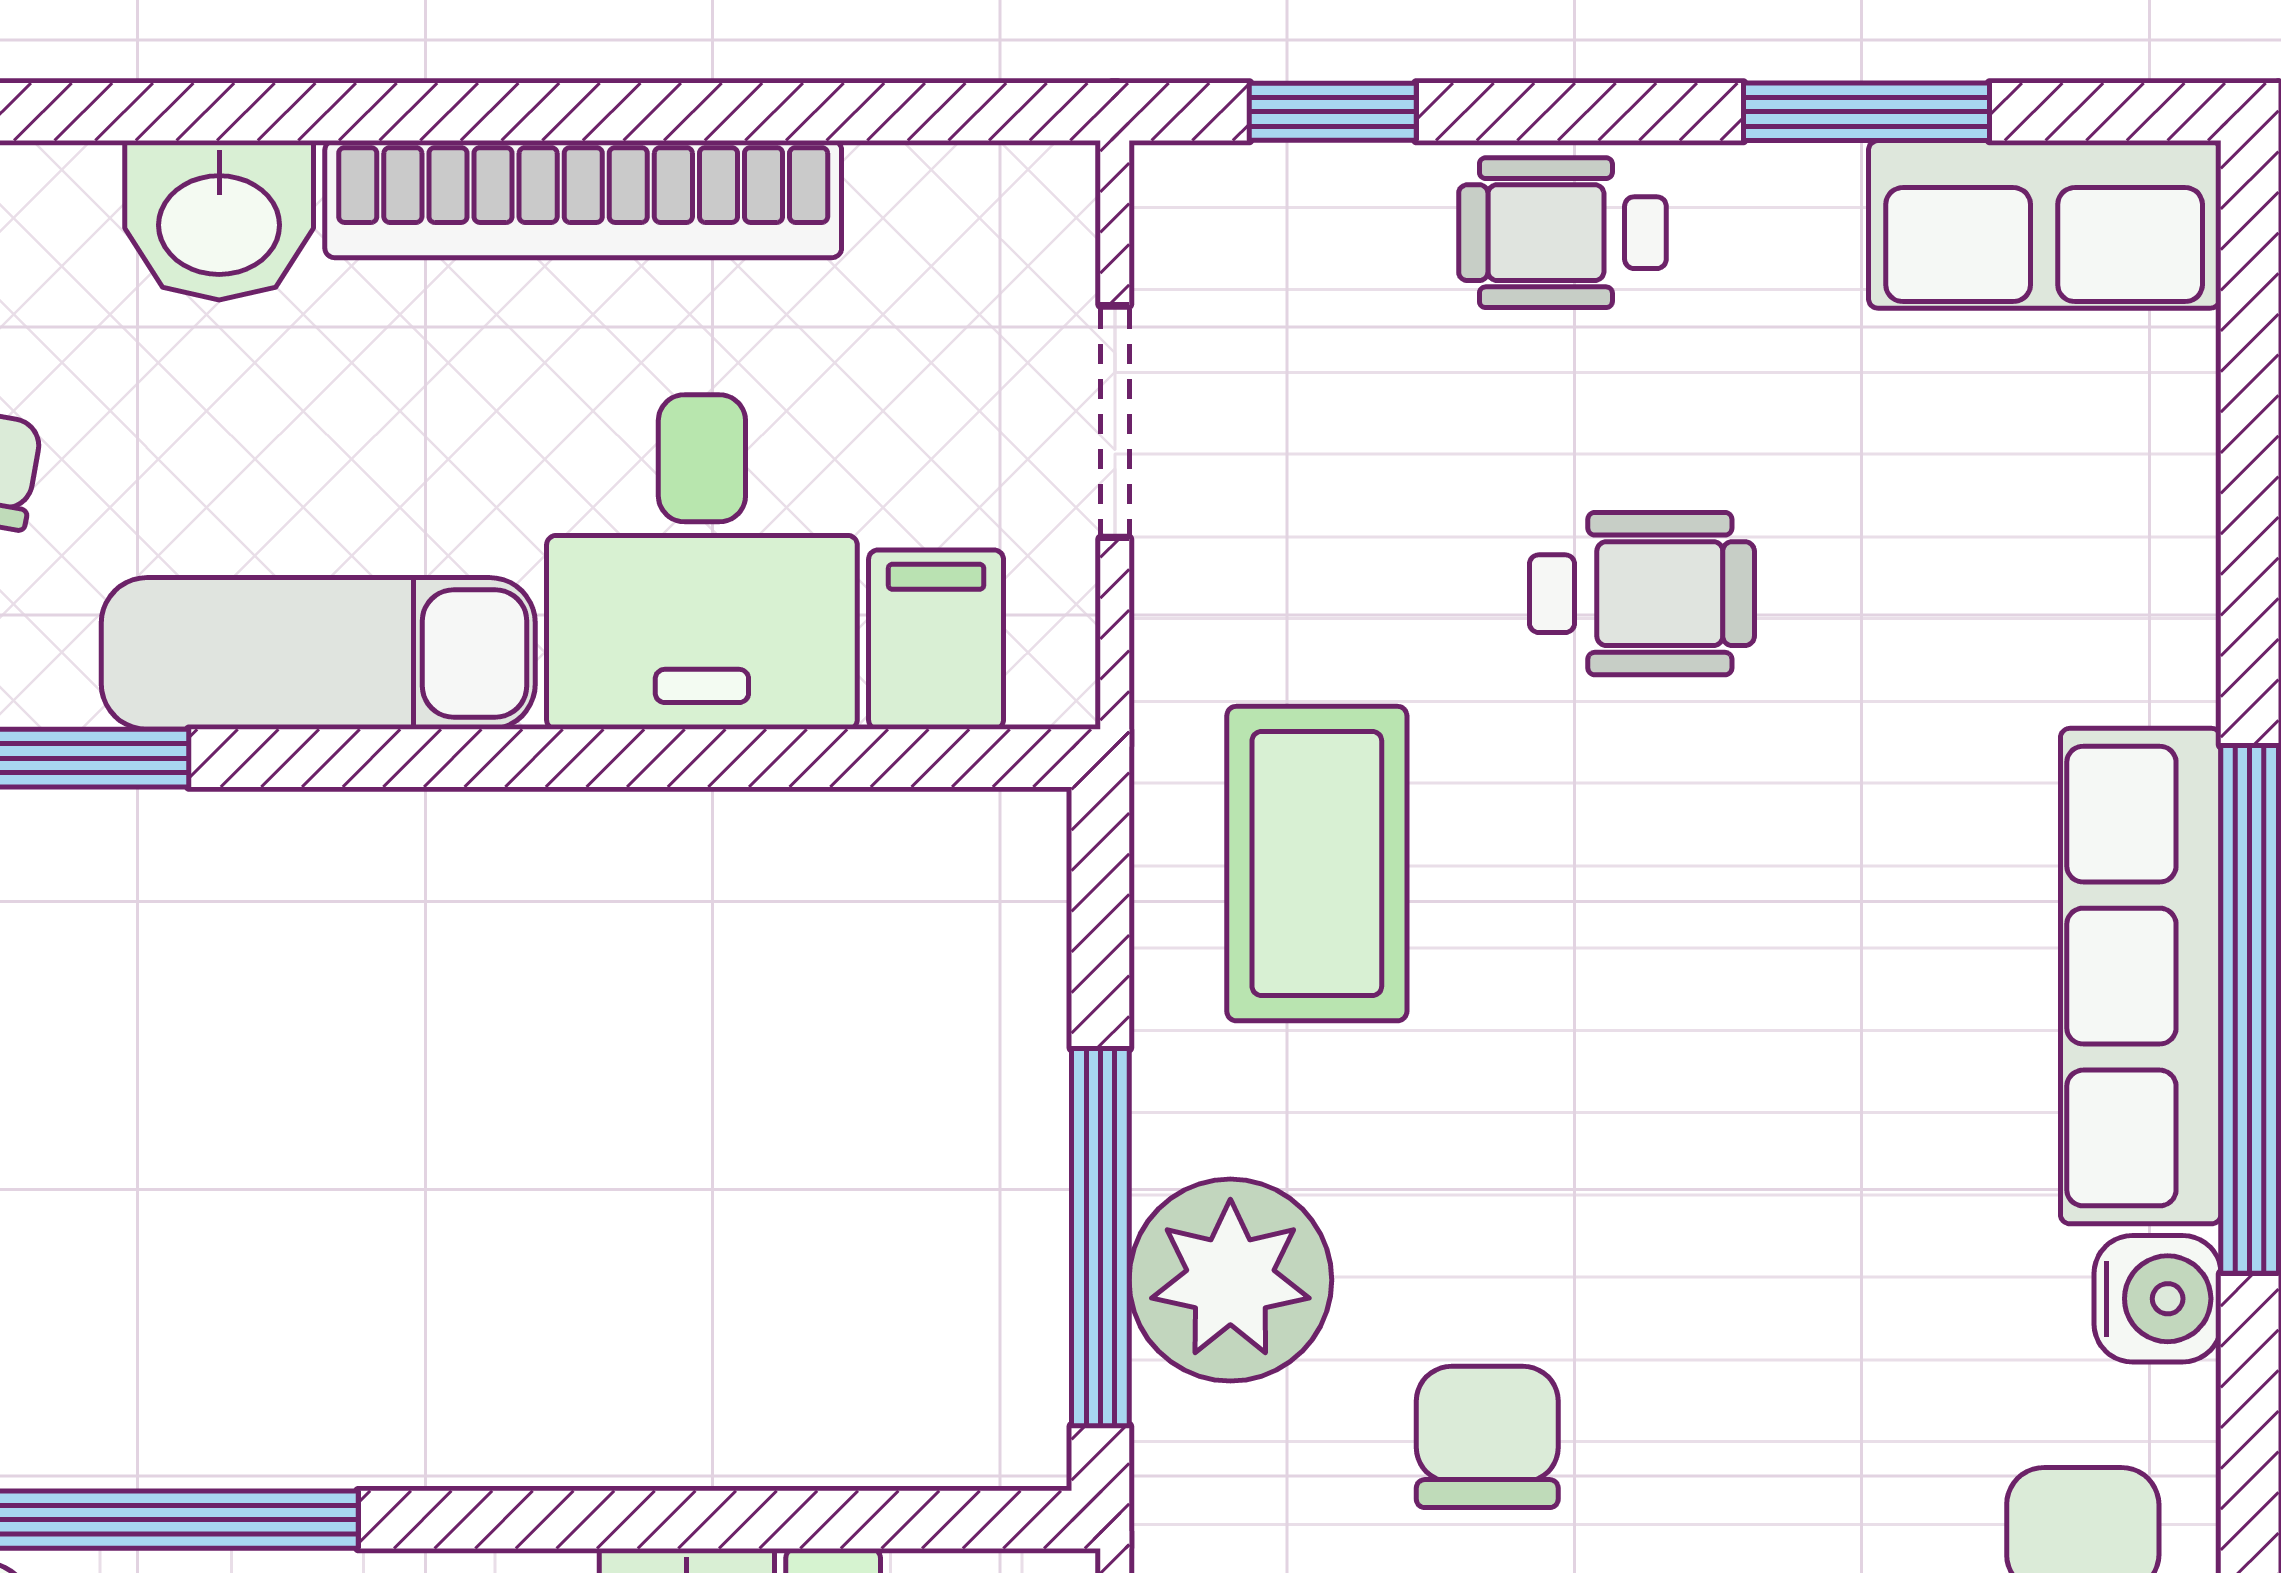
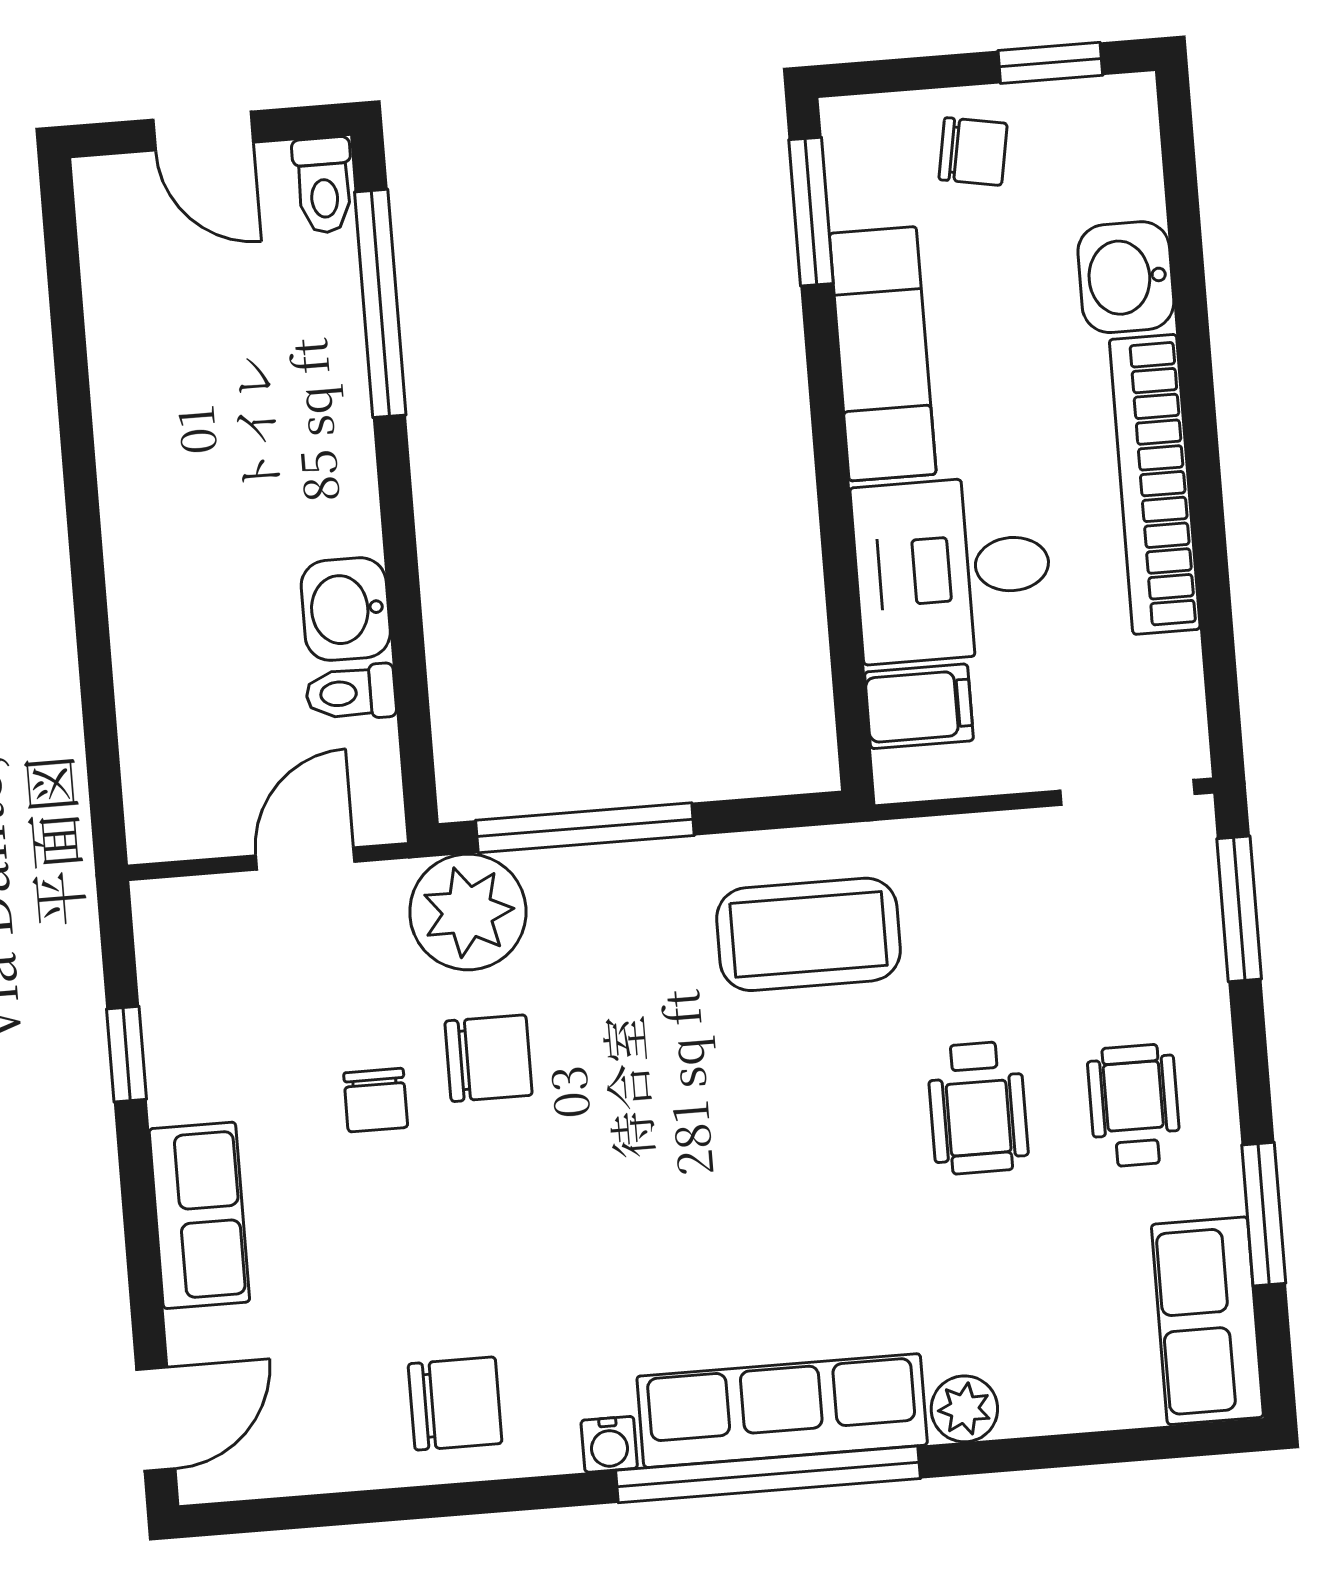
window: (1333, 112) -> (1239, 909), width x1.50
wheelchair: (1562, 233) -> (1134, 1106), moved
doorway: (1115, 422) -> (1128, 792), moved
plant: (2163, 659) -> (964, 1409), added
plant: (1230, 1280) -> (468, 912), moved
water cooler: (2158, 1299) -> (609, 1444), width x0.72, depth x0.72

